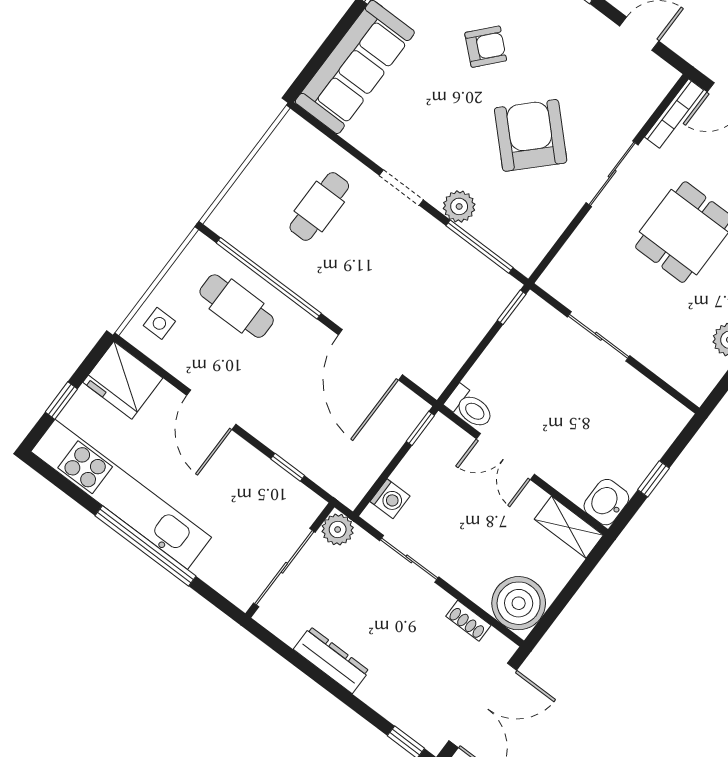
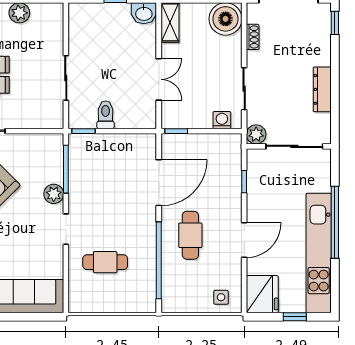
cafe table: (237, 306) -> (190, 235), moved
toilet: (470, 407) -> (106, 115), moved

